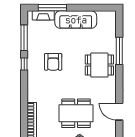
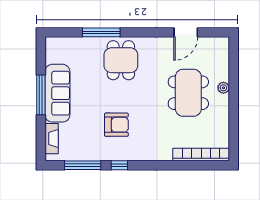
window: (52, 8) -> (41, 95), moved

